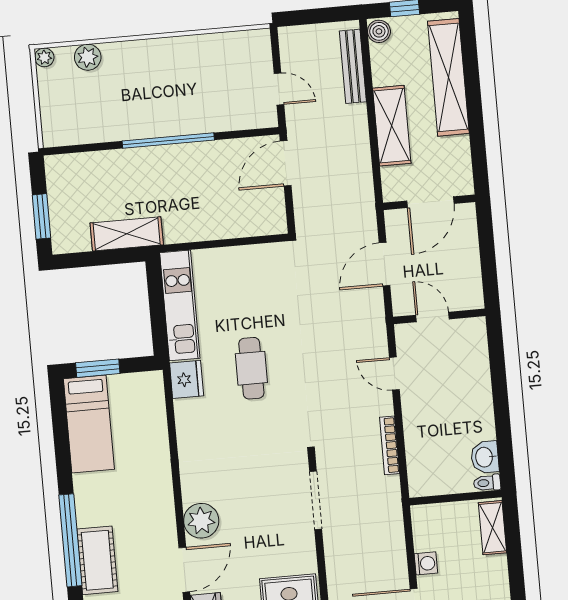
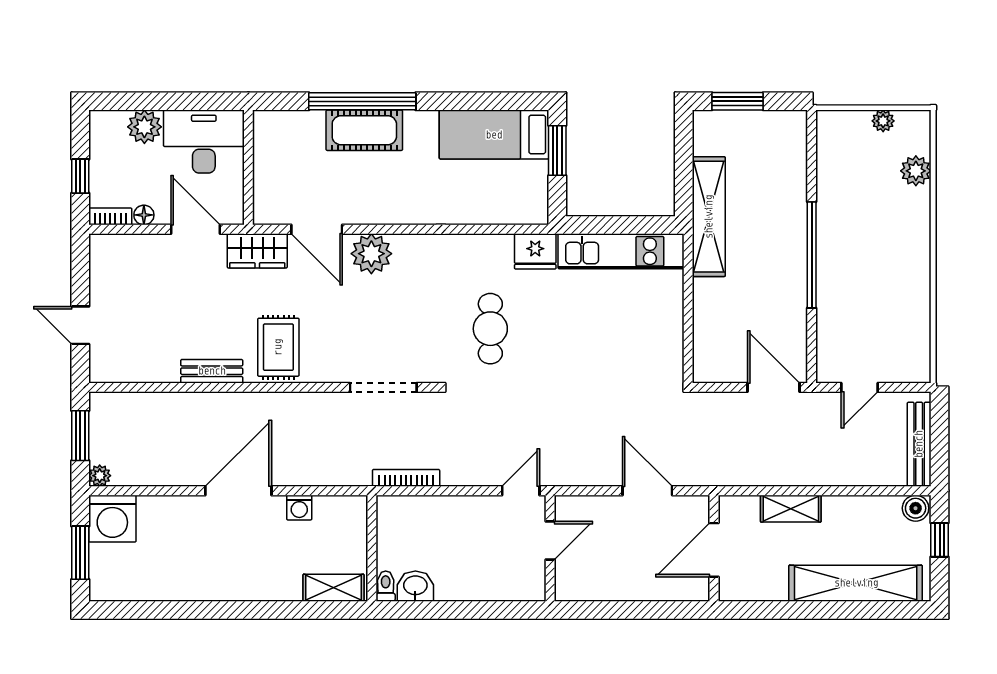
plant: (44, 57) -> (883, 121), moved
bench: (353, 66) -> (919, 444), moved, turned 90
shelving: (392, 126) -> (791, 509), width x0.67, depth x0.75
door: (430, 202) -> (714, 550), hinge flipped
shelving: (127, 234) -> (709, 217), width x1.47
wall: (439, 316) -> (550, 548), moved
door: (432, 317) -> (550, 540), moved
cafe table: (251, 368) -> (490, 329), moved, turned 90
bookcase: (390, 445) -> (406, 478), moved
cot: (97, 560) -> (364, 130), moved

